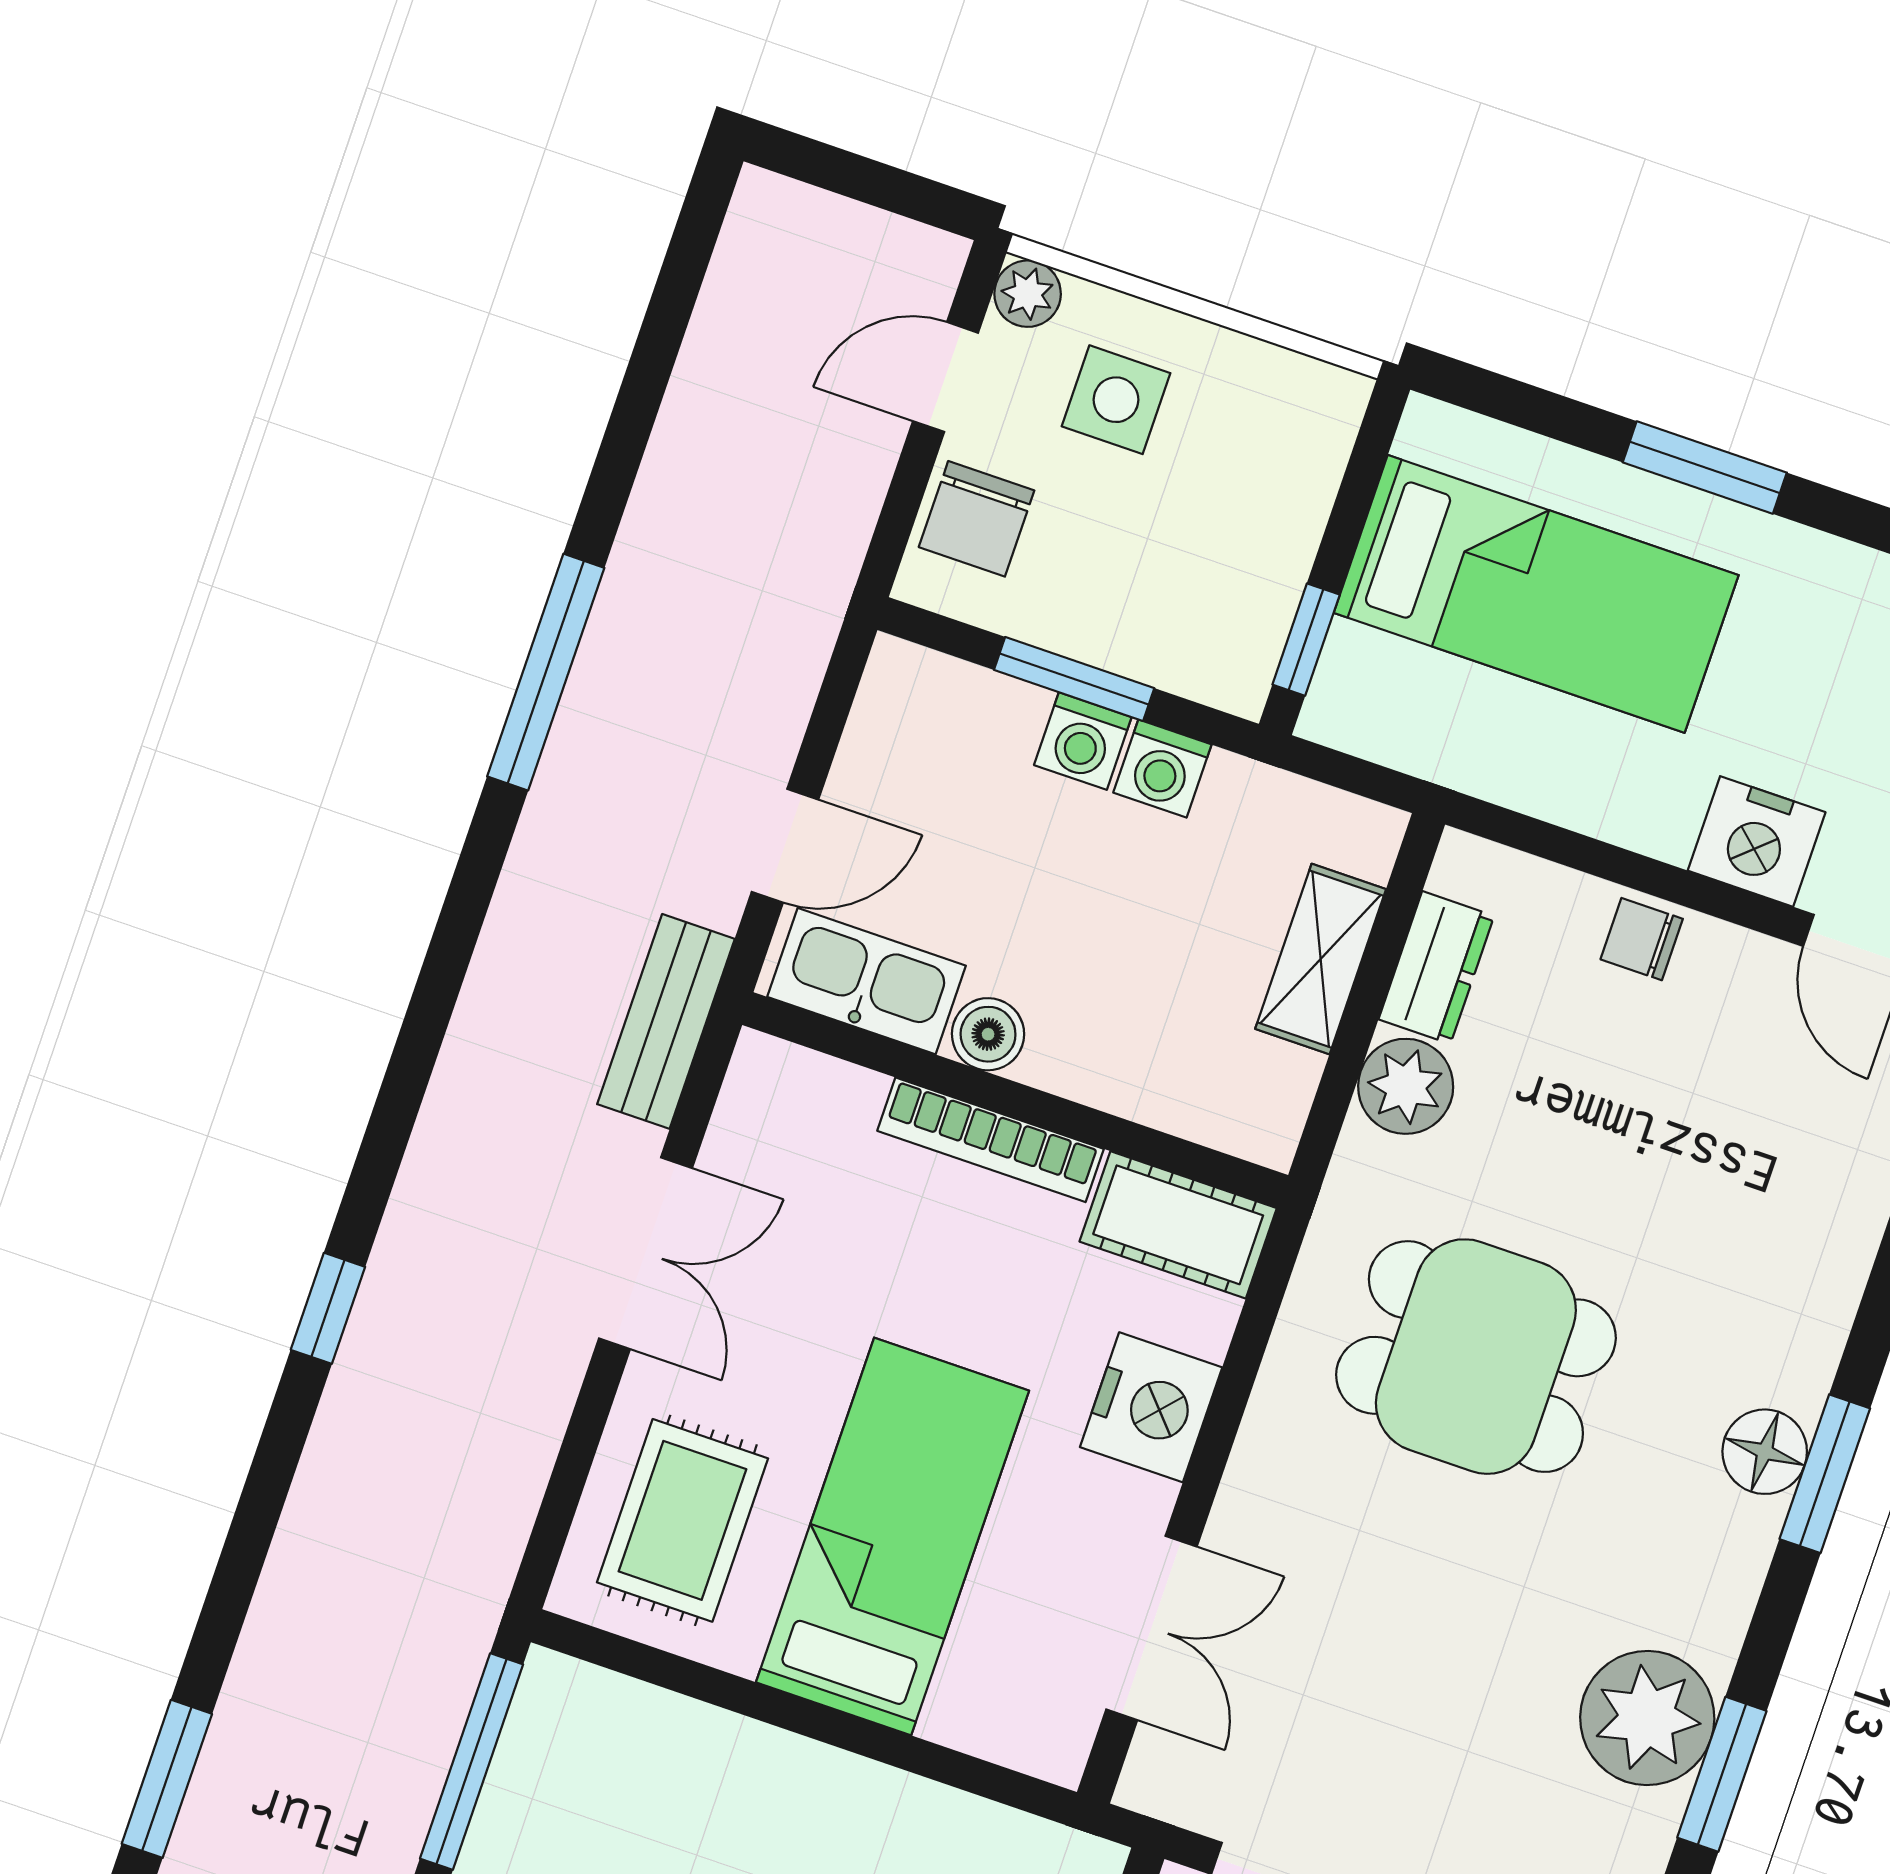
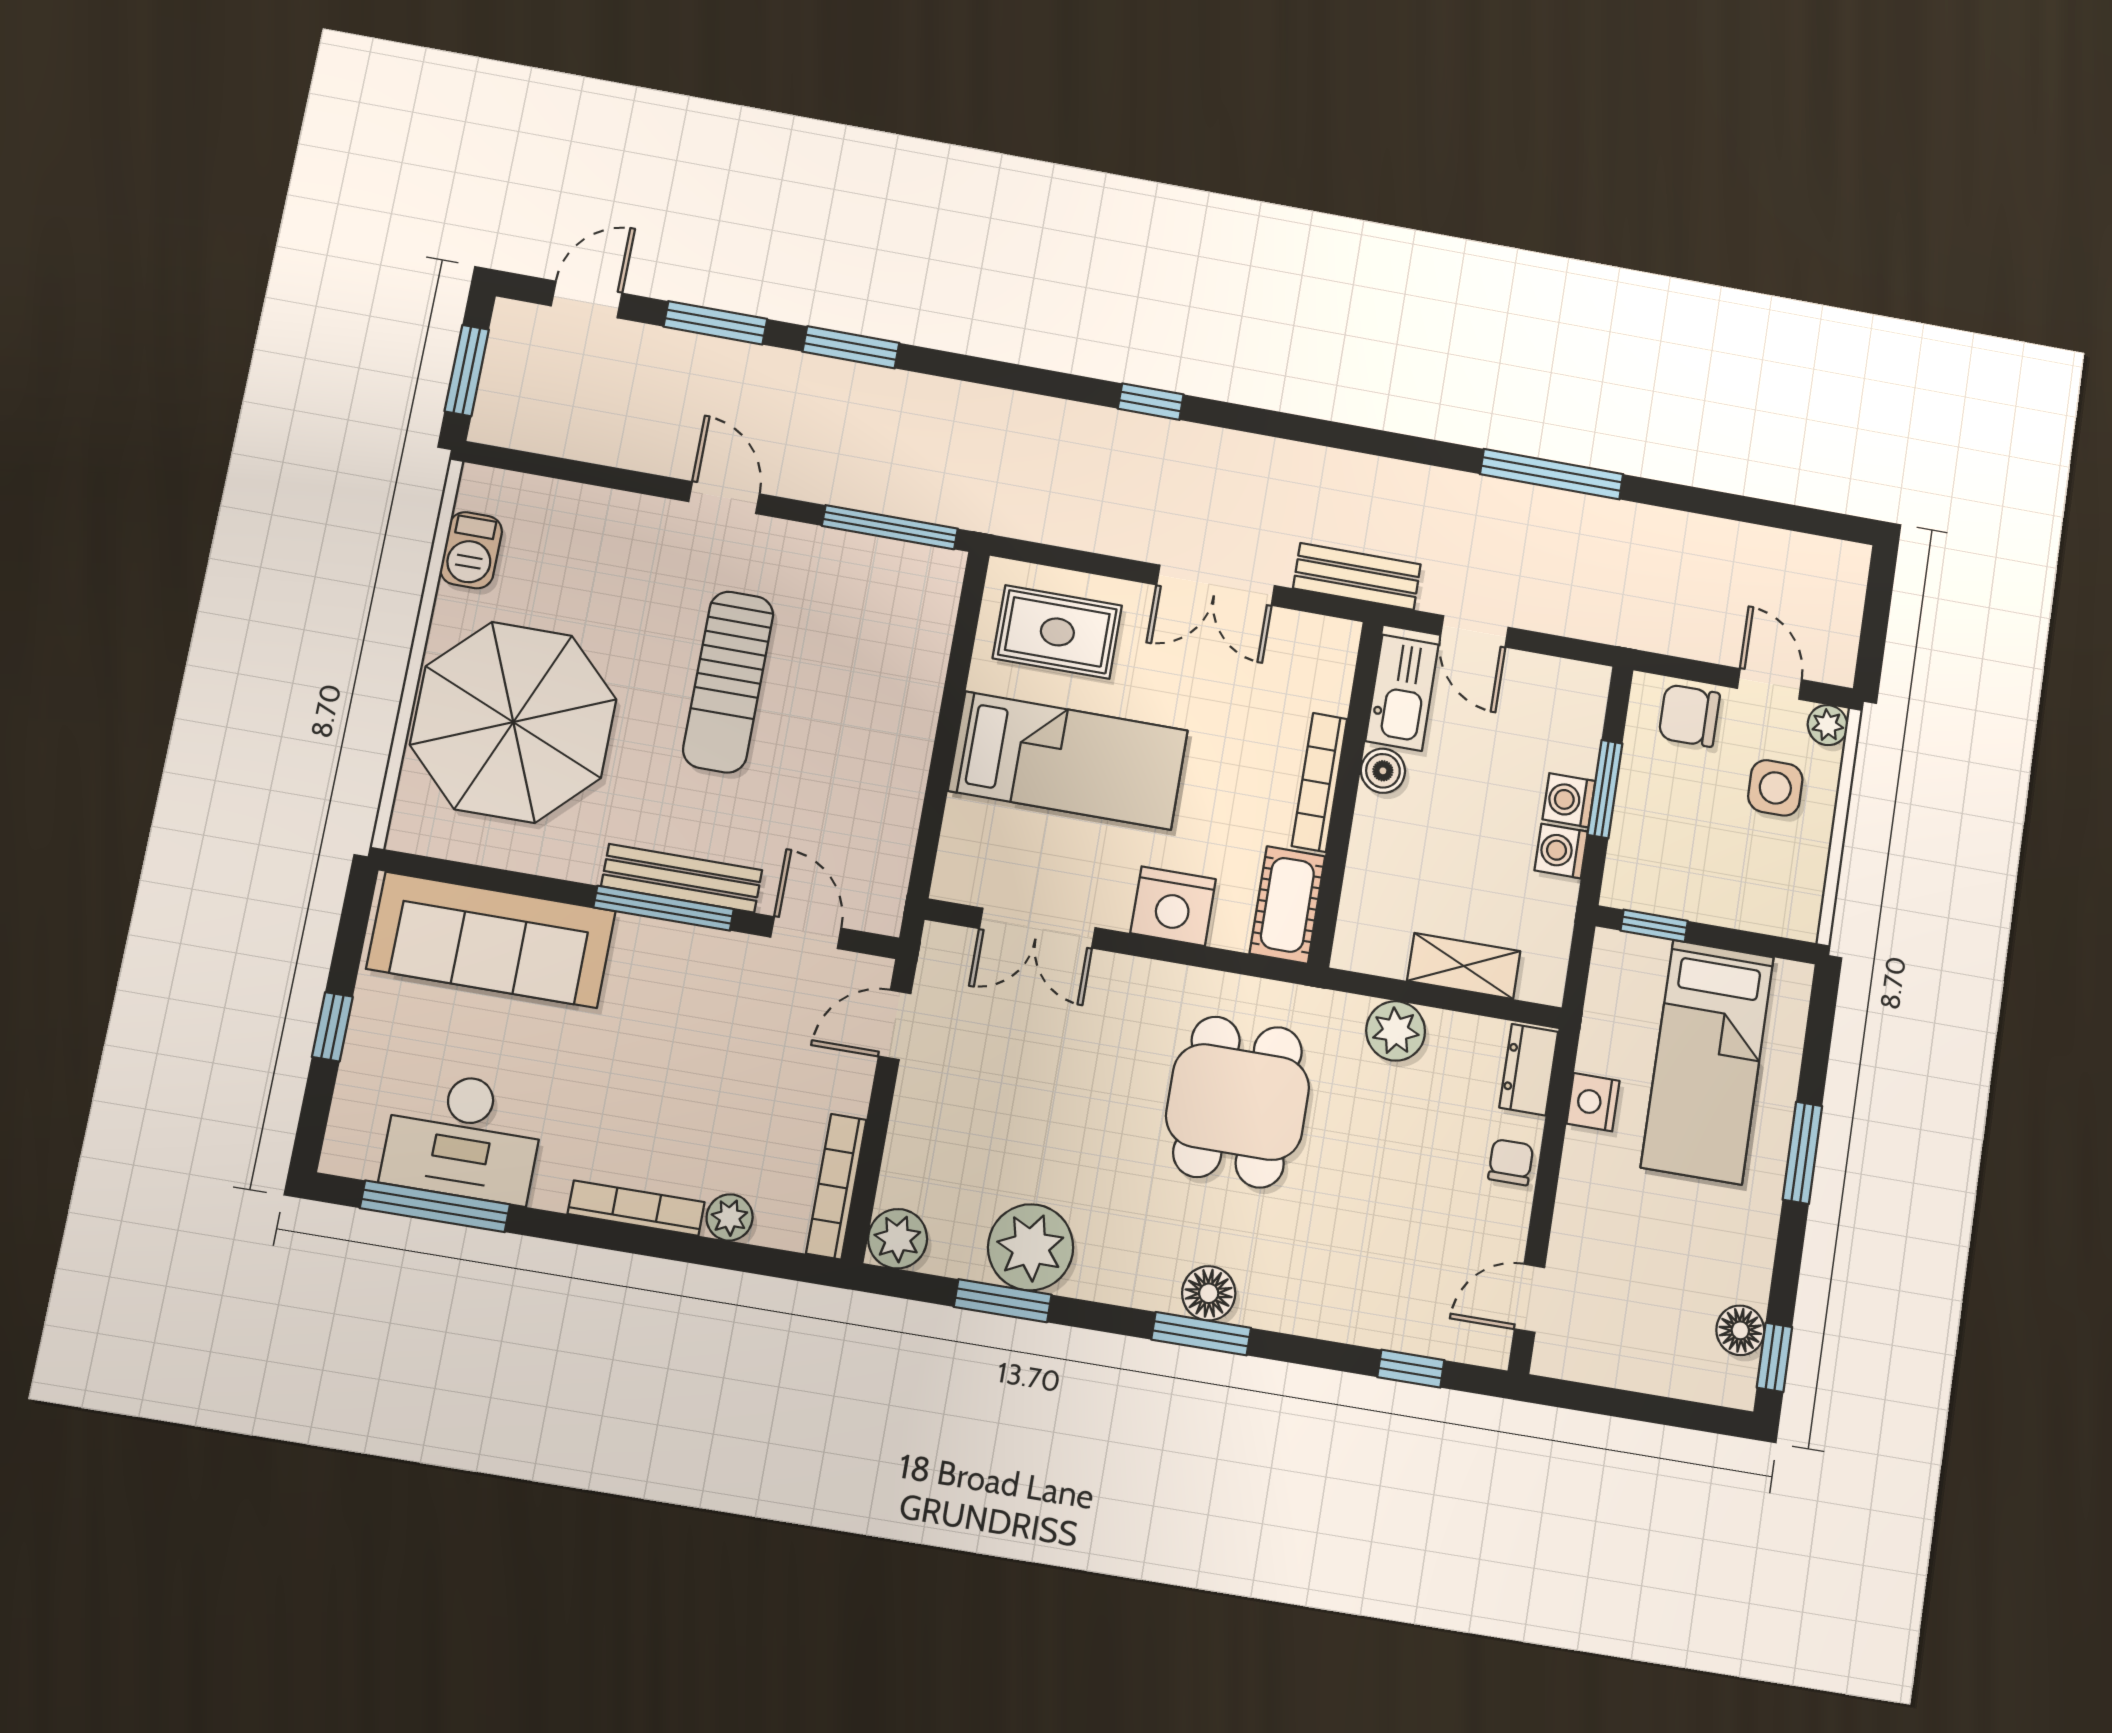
nightstand: (1757, 841) -> (1593, 1102), moved, width x0.74, depth x0.75
dresser: (1436, 968) -> (1529, 1070), moved, turned 90

